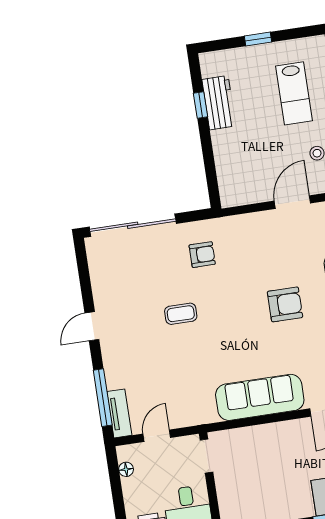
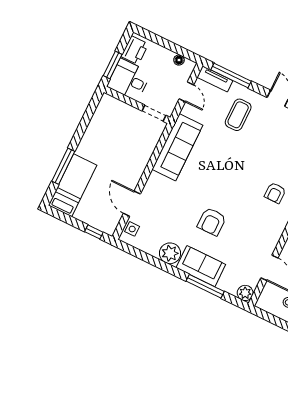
coffee table: (181, 314) -> (238, 115), moved, width x1.36, depth x1.30
sofa: (260, 397) -> (177, 147), moved

